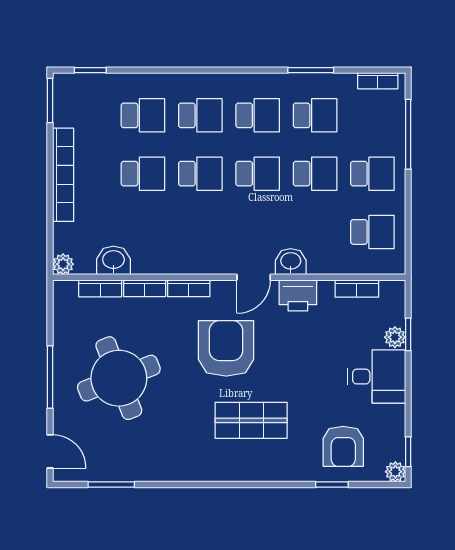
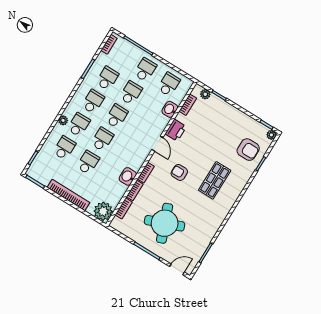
plant: (191, 83) -> (63, 120), added
washbasin: (113, 260) -> (128, 176), moved
washbasin: (291, 262) -> (170, 109), moved
plant: (63, 264) -> (103, 211), width x1.87, depth x1.87
plant: (395, 337) -> (205, 94), moved
armchair: (226, 348) -> (179, 172), width x0.53, depth x0.53
desk: (377, 377) -> (228, 119), removed

